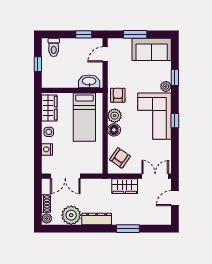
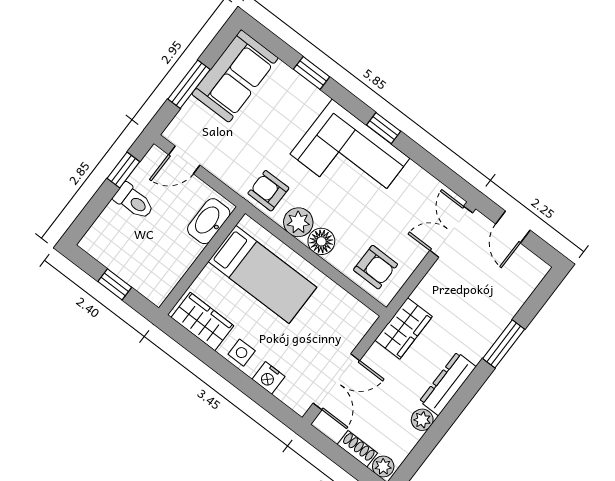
toilet: (54, 47) -> (134, 201), moved
door: (105, 54) -> (184, 160), hinge flipped
plant: (166, 86) -> (315, 100), removed
armchair: (120, 158) -> (376, 267), turned 145
wardrobe: (125, 186) -> (404, 328), moved
plant: (71, 215) -> (422, 420), width x0.53, depth x0.53

